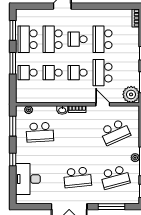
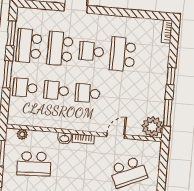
school desk: (102, 73) -> (119, 96), removed
door: (103, 104) -> (116, 136), hinge flipped

